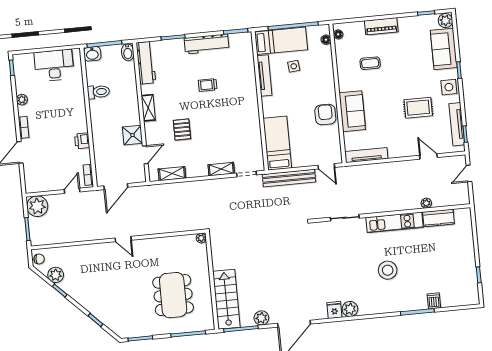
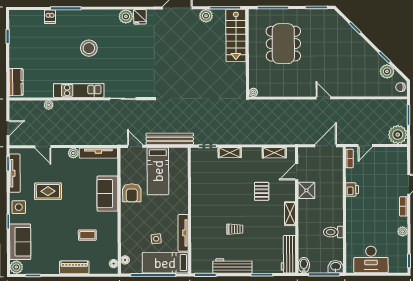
bed: (277, 143) -> (158, 171), moved
plant: (394, 152) -> (73, 153), added
kitchen counter: (438, 218) -> (16, 82), moved, turned 90

